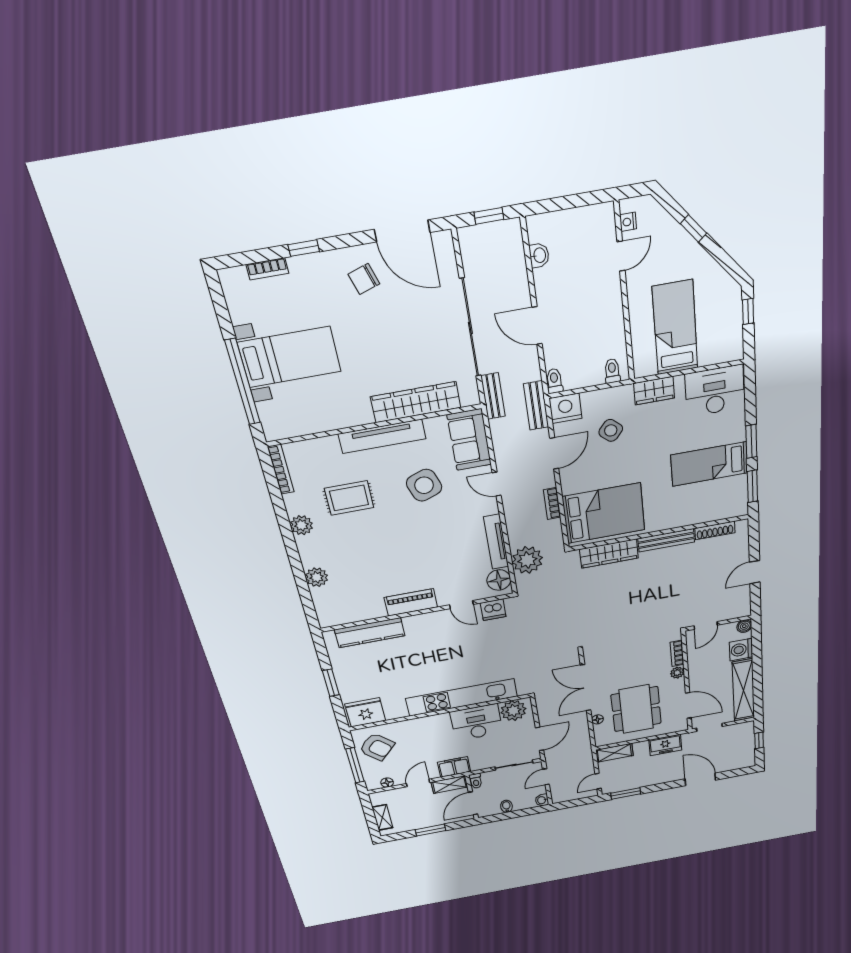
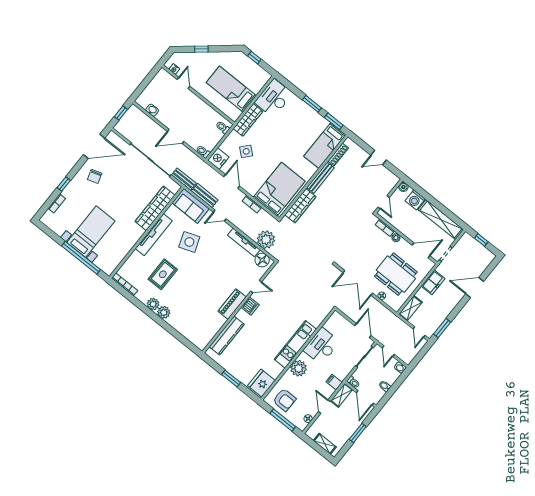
wardrobe: (654, 391) -> (248, 120), width x1.50
bench: (536, 406) -> (205, 195), moved
bed: (709, 464) -> (325, 146), moved
door: (755, 572) -> (379, 157), hinge flipped
plant: (317, 577) -> (164, 312), moved
dishwasher: (493, 610) -> (250, 306), moved
kitchen unit: (462, 697) -> (295, 344), width x0.73
plant: (513, 711) -> (299, 368), moved
armchair: (377, 747) -> (284, 400), turned 47
filing cabinet: (454, 767) -> (334, 382), width x0.50

